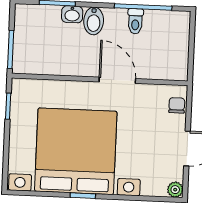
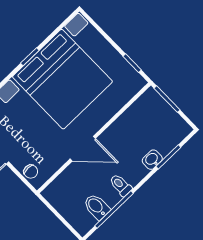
bidet: (94, 21) -> (97, 207), moved
toilet: (135, 21) -> (121, 185), moved

